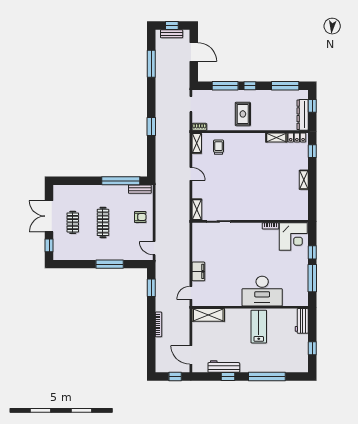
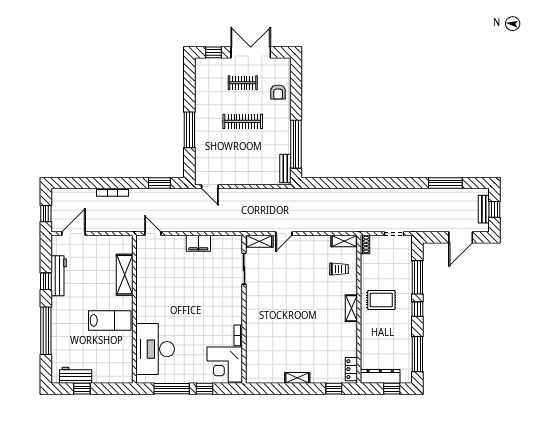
window: (151, 127) -> (365, 183), removed
shelving: (276, 137) -> (351, 308), moved
door: (191, 174) -> (284, 234), moved
armchair: (140, 217) -> (278, 92), moved
door: (154, 248) -> (210, 187), swing flipped
filing cabinet: (198, 271) -> (198, 243), moved
desk: (262, 291) -> (155, 349), moved
shelving: (208, 315) -> (125, 275), moved
workbench: (302, 321) -> (76, 375), moved

